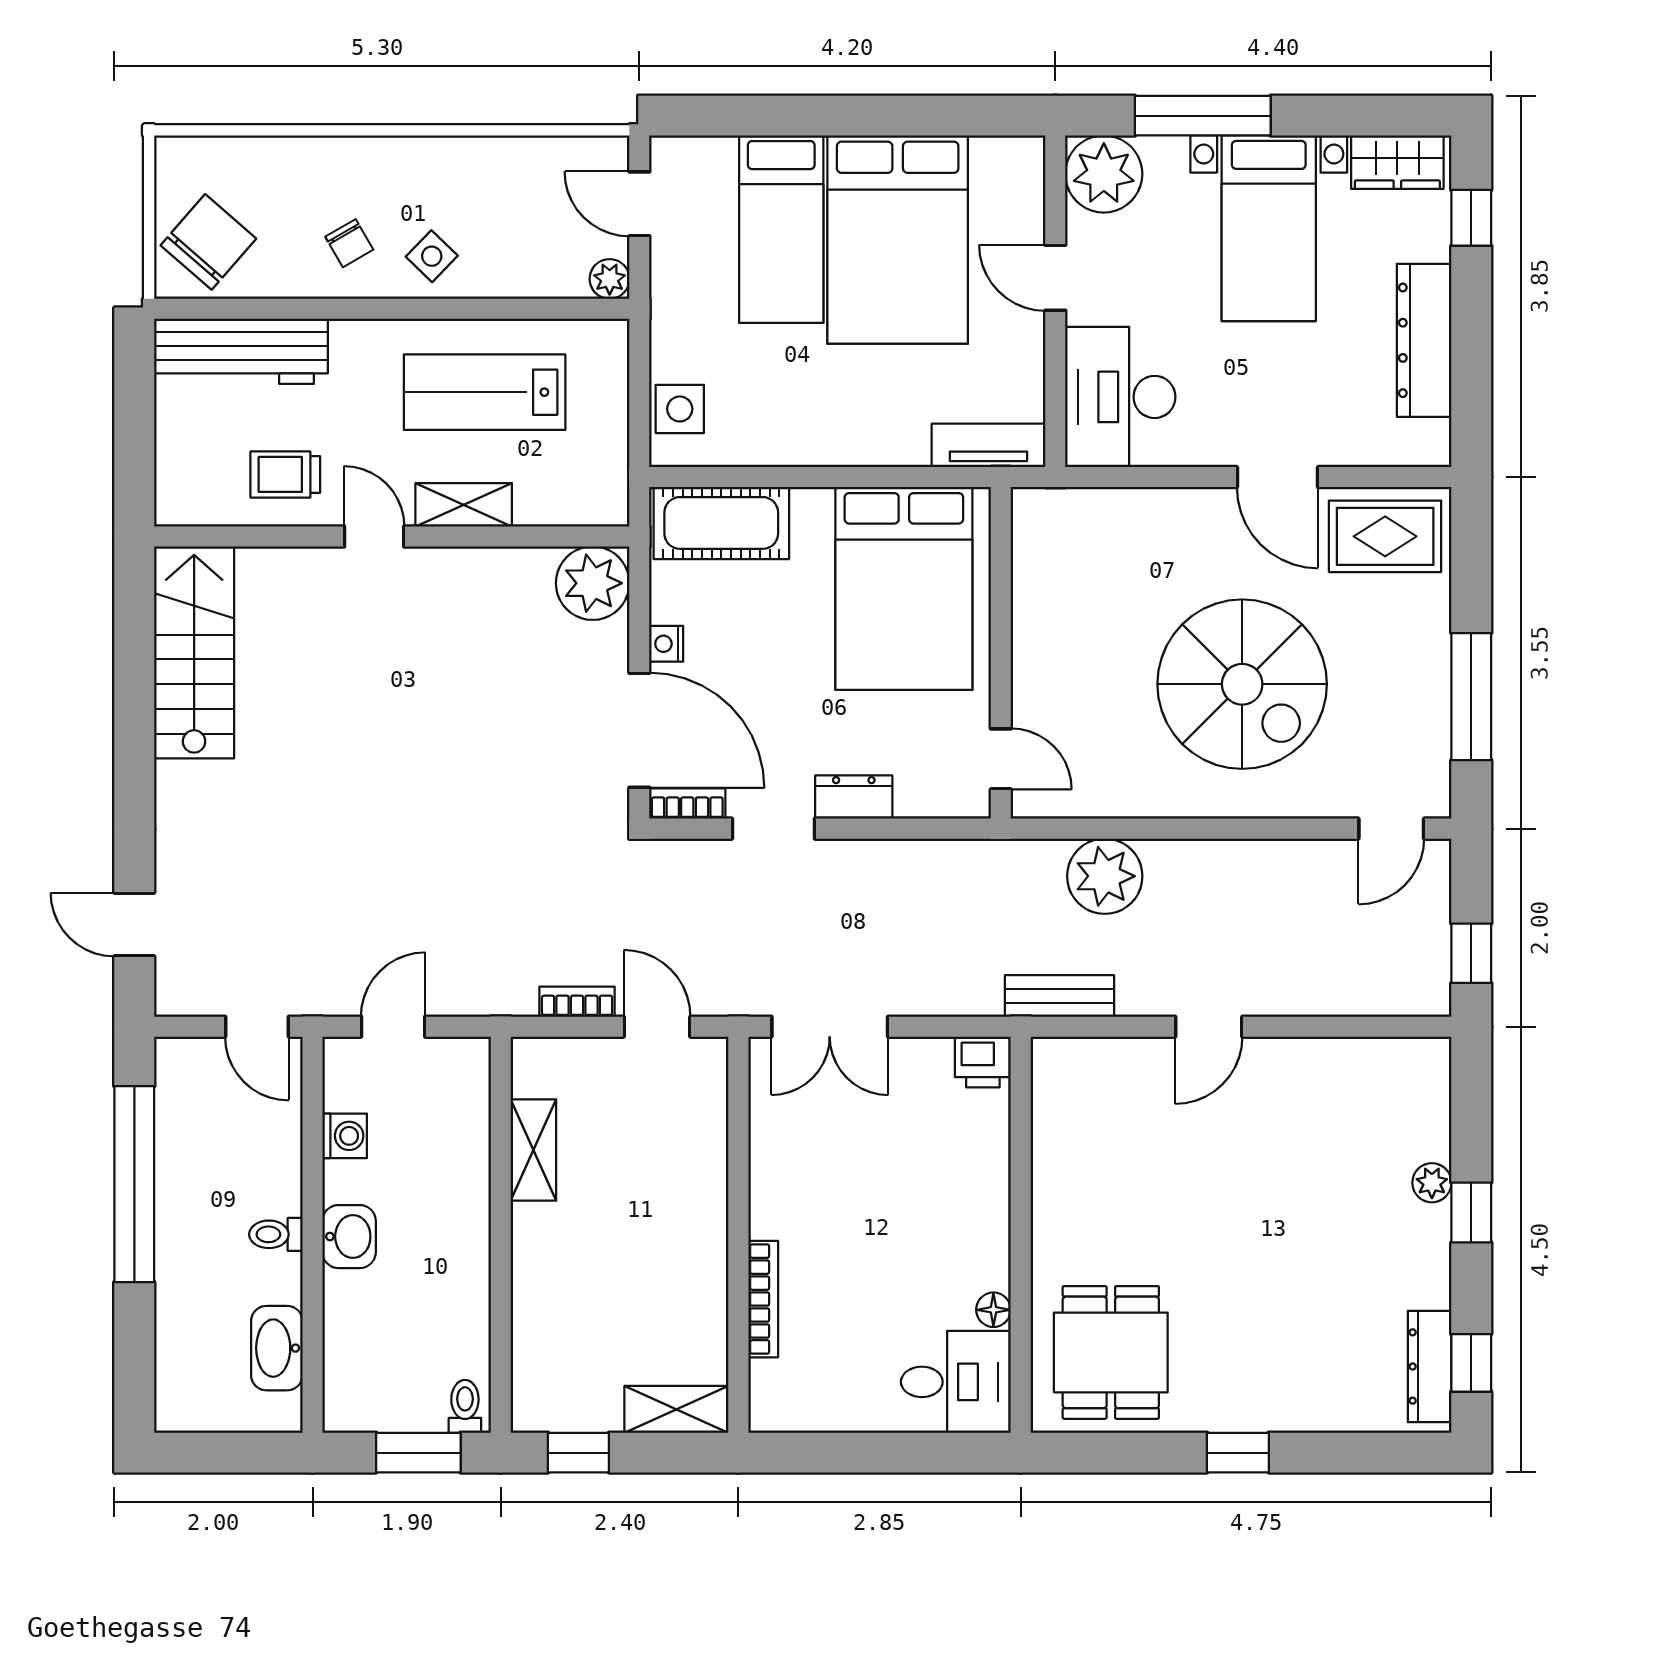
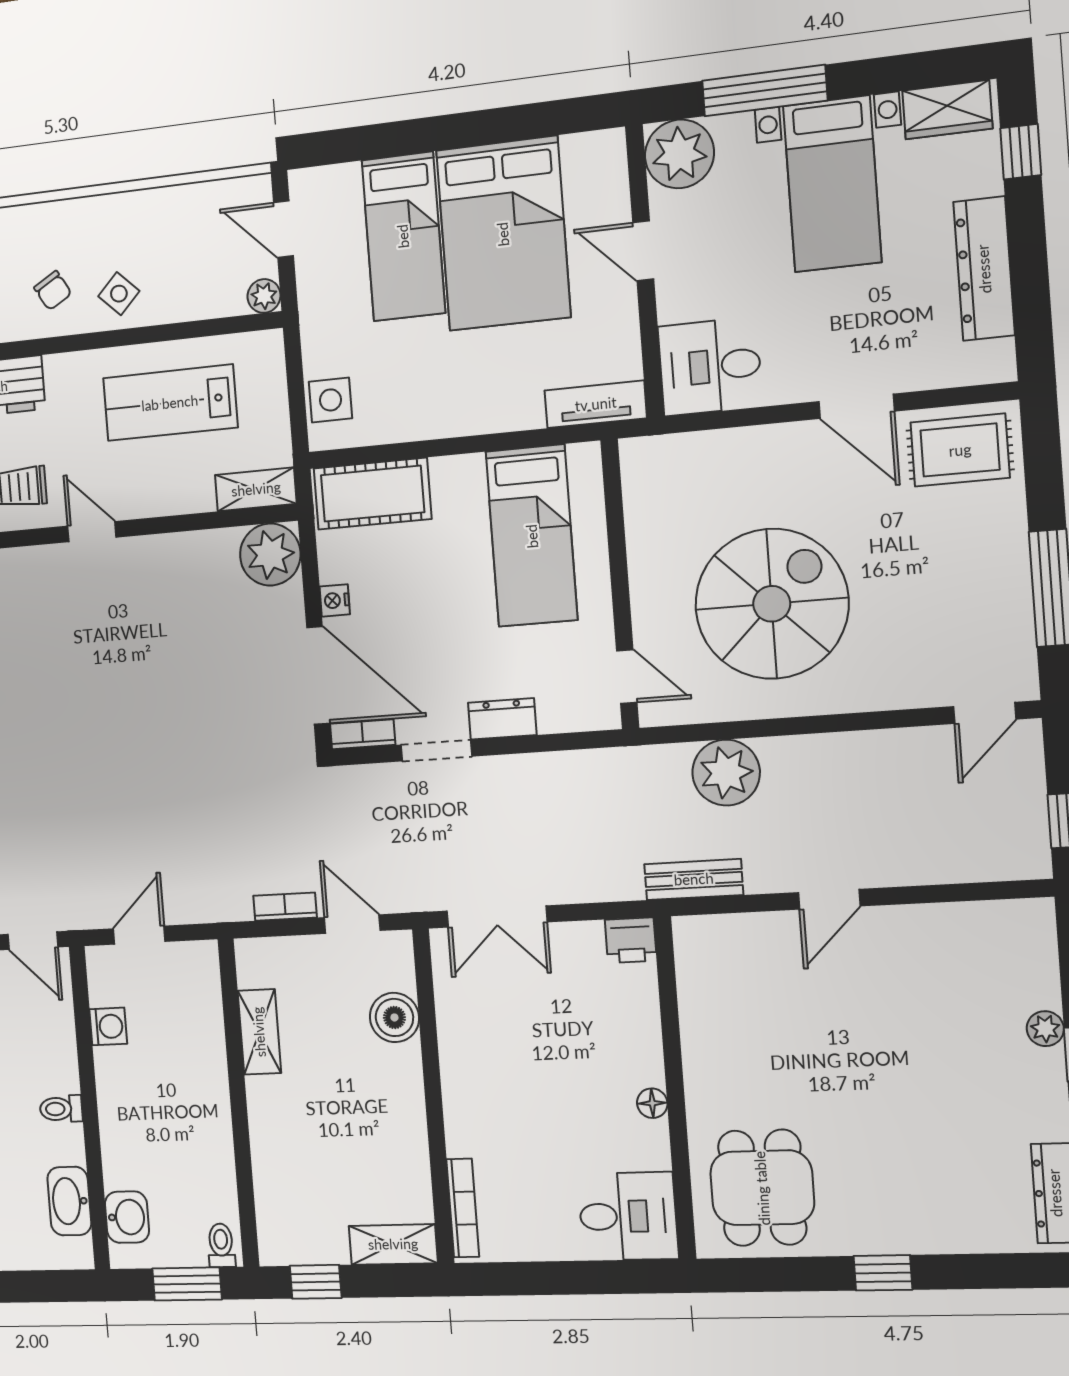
desk: (1120, 397) -> (710, 366), width x0.73
shelving: (464, 505) -> (256, 489), moved
bed: (904, 588) -> (532, 536), width x0.67
spiral stairs: (1242, 684) -> (772, 604), moved, turned -90
boiler: (699, 1140) -> (394, 1017), added
washbasin: (349, 1237) -> (127, 1217), moved
bookcase: (763, 1299) -> (463, 1208), moved
floor lamp: (993, 1310) -> (652, 1103), moved

